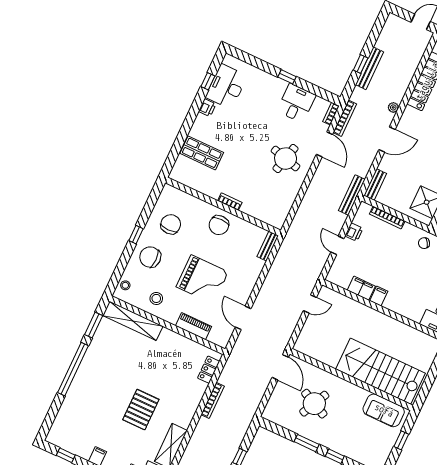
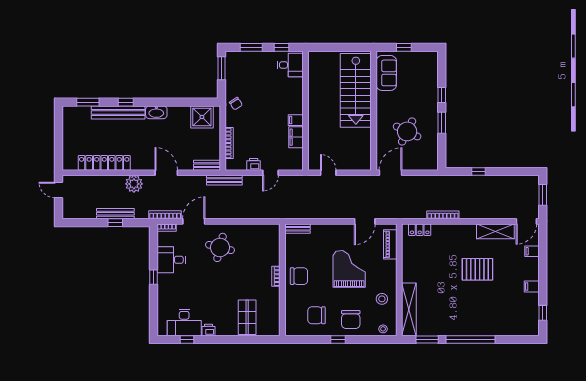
plant: (393, 107) -> (134, 184), width x1.88, depth x1.88
piano: (194, 326) -> (390, 244), moved

